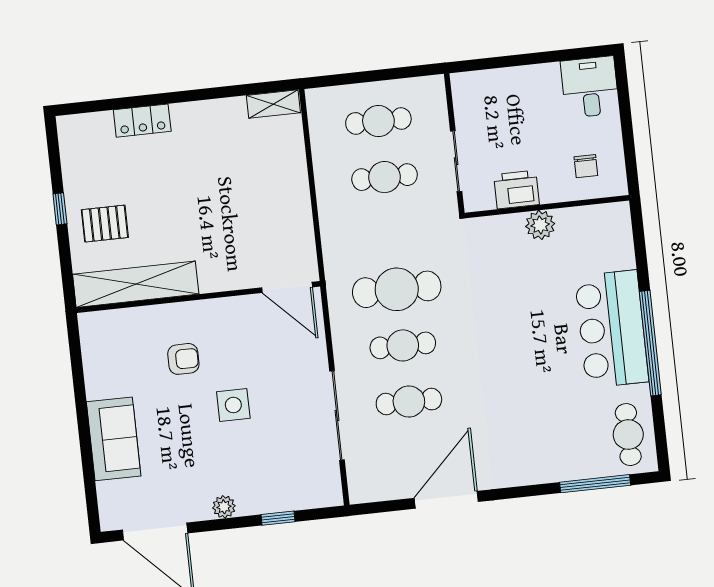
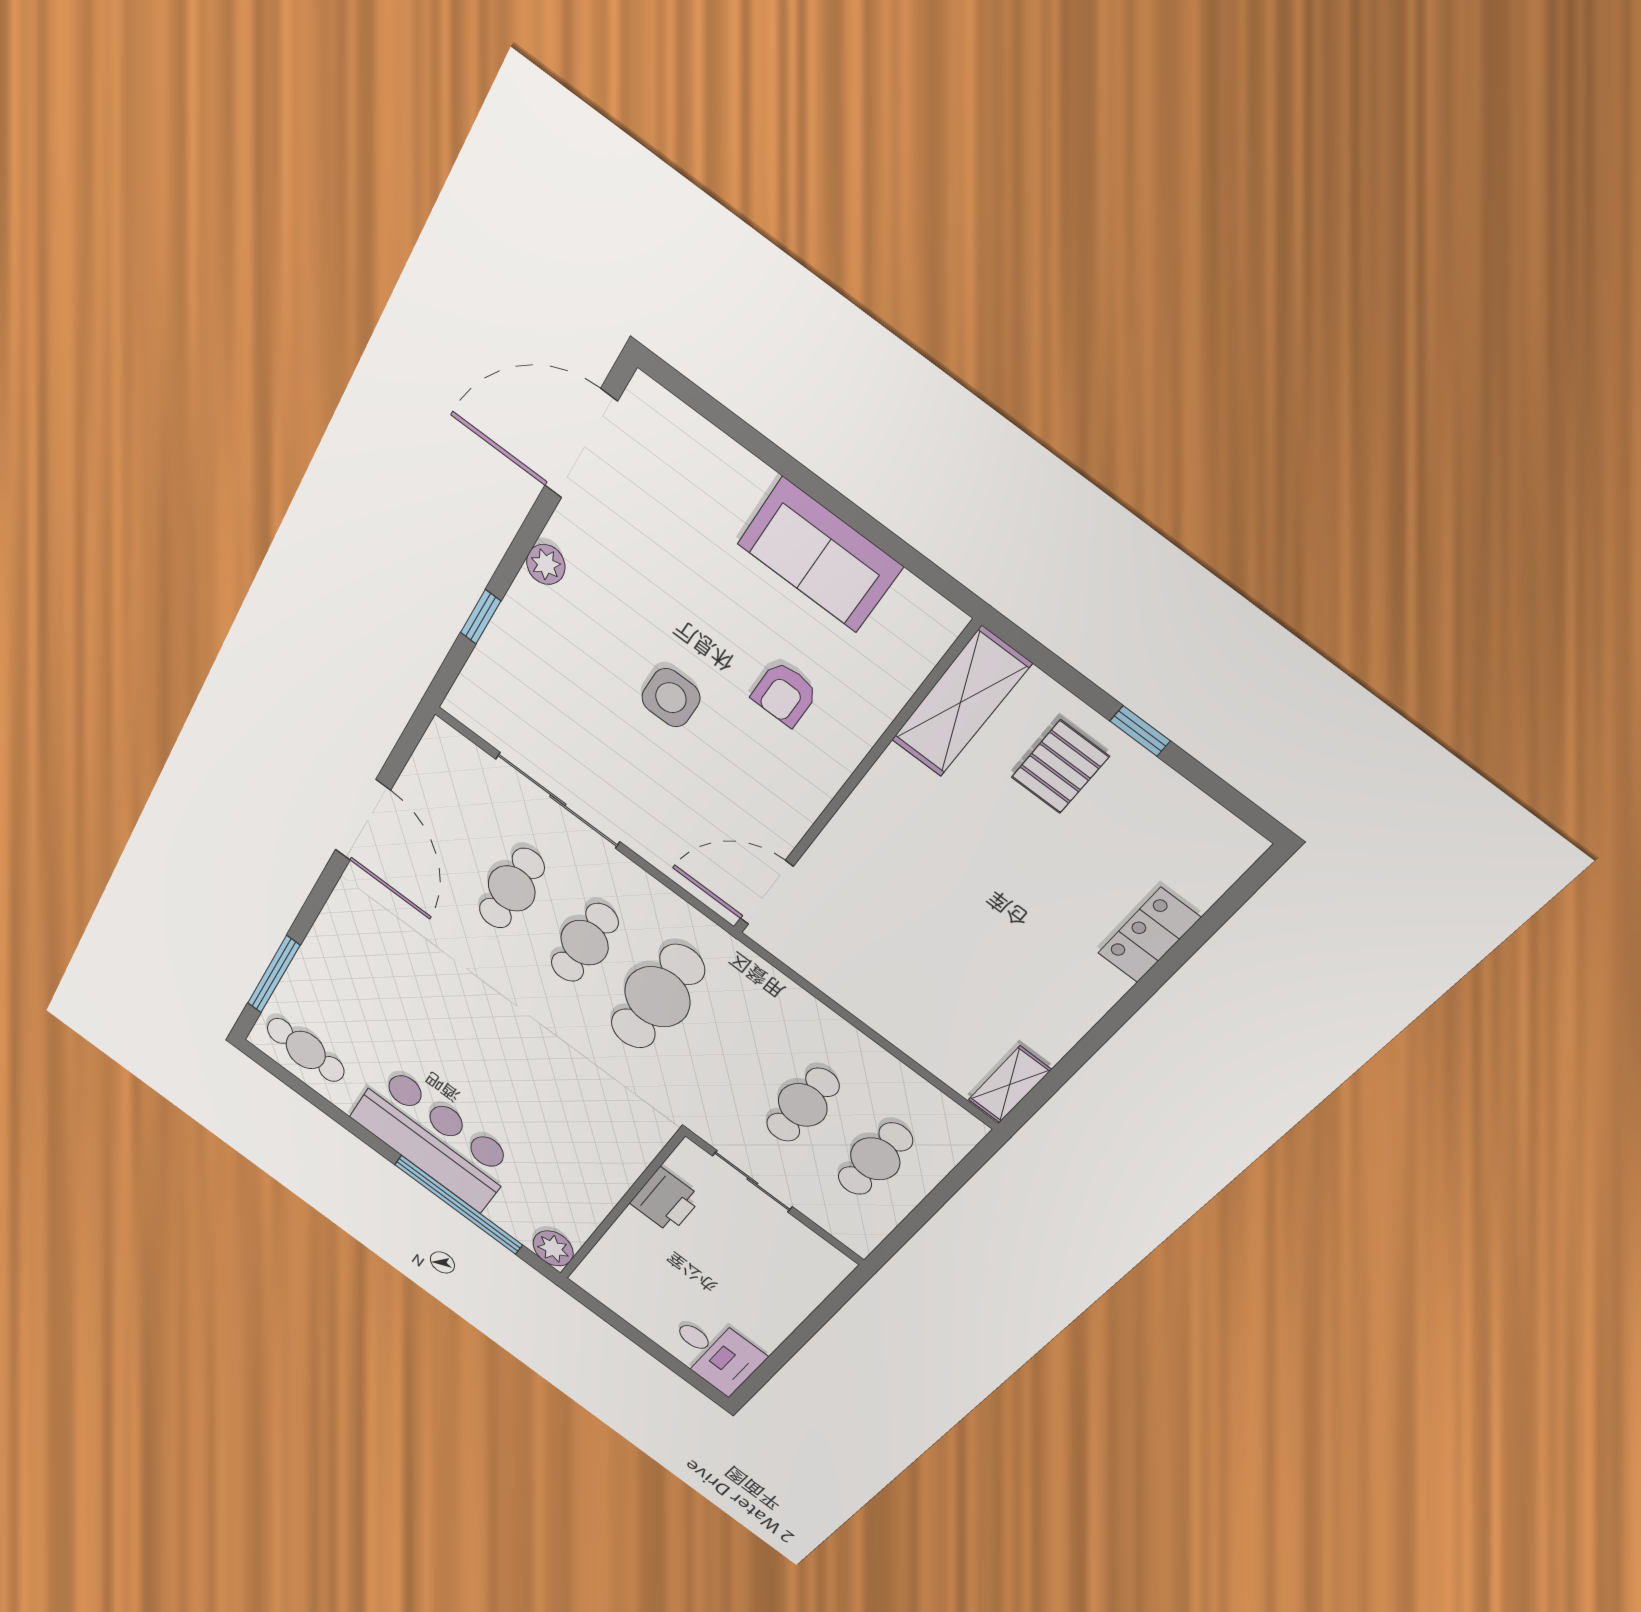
chair: (586, 166) -> (633, 1275), removed
plant: (540, 225) -> (553, 1248), moved
shelving: (136, 284) -> (961, 702), width x0.68
window: (650, 343) -> (459, 1205), moved
sofa: (114, 439) -> (820, 555), moved

